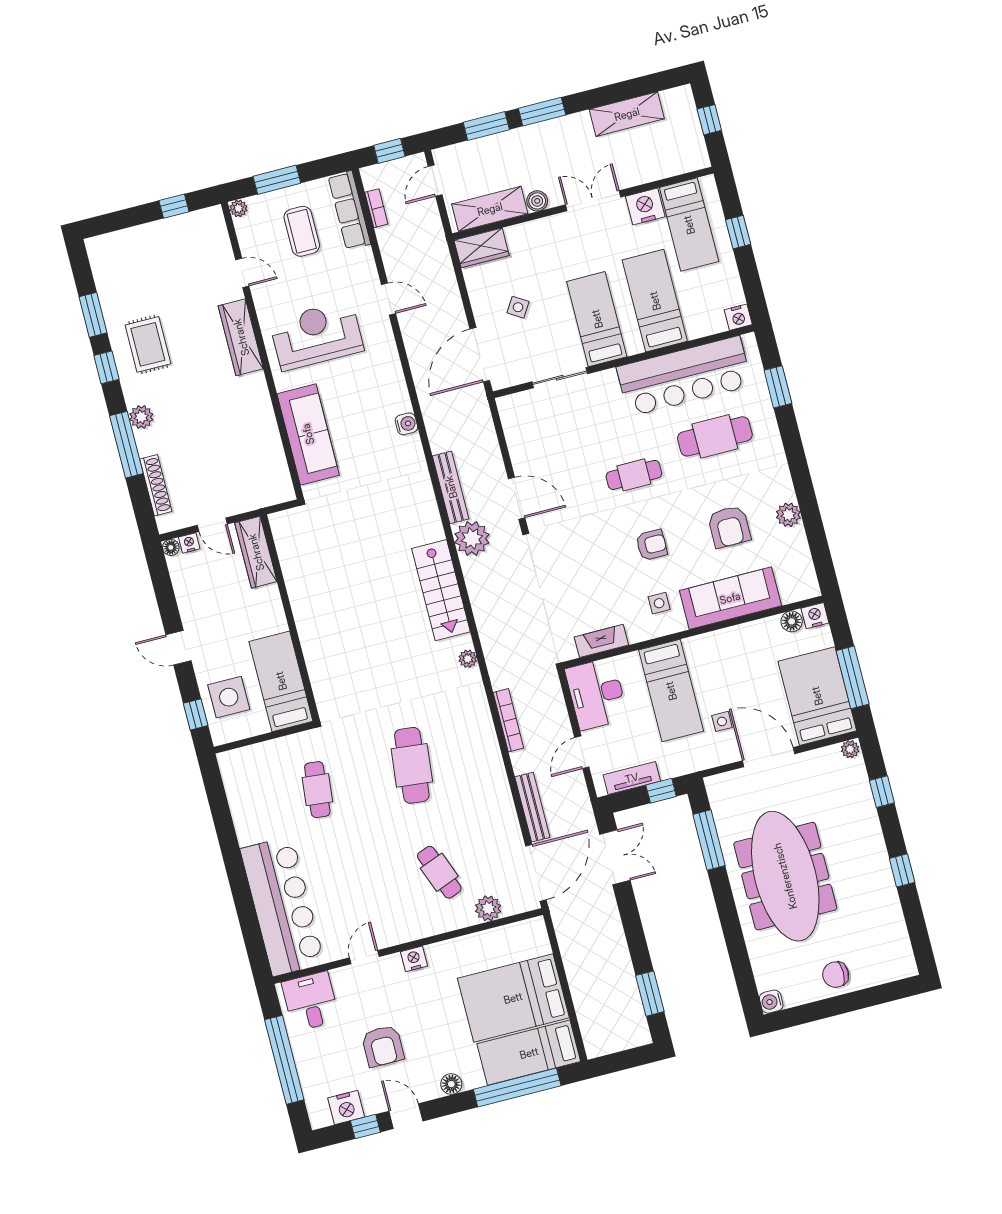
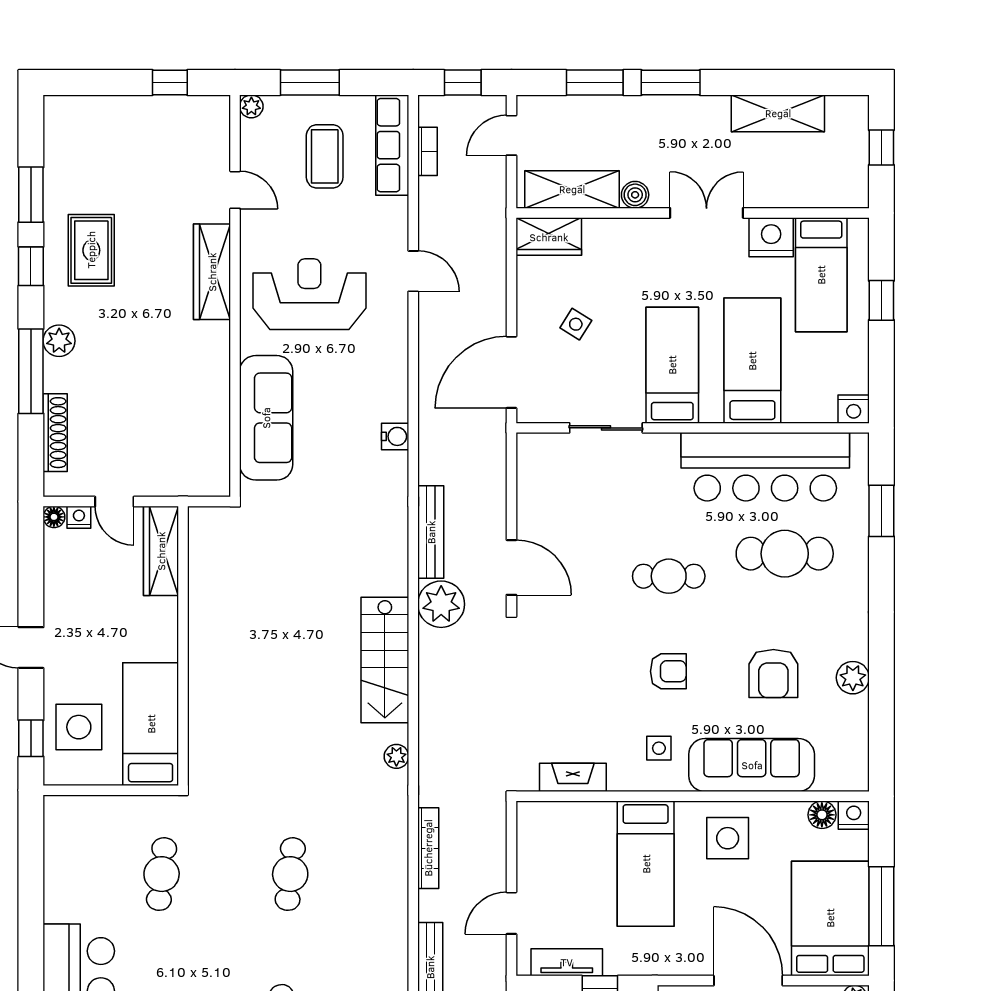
desk: (597, 694) -> (549, 843), removed
side table: (722, 721) -> (728, 838), moved, width x1.87, depth x1.87
cafe table: (412, 765) -> (290, 874), width x0.73, depth x0.74

